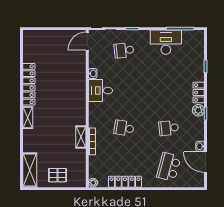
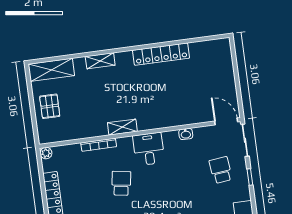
desk: (100, 91) -> (149, 149), moved
shelving: (28, 118) -> (100, 61), moved
shelving: (81, 137) -> (122, 127), moved

